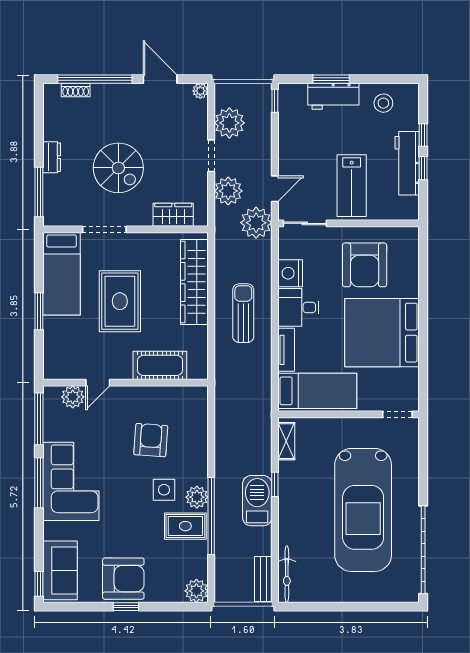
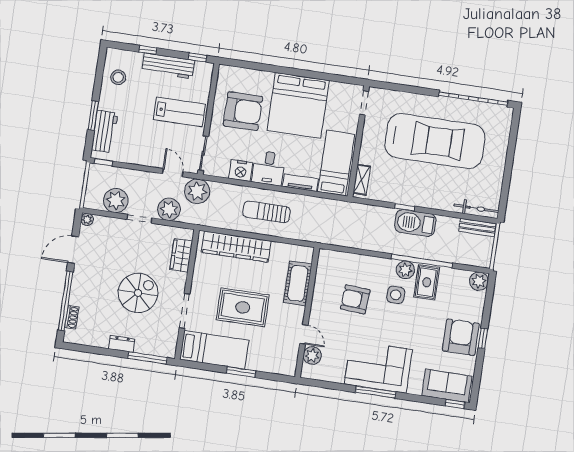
workbench: (333, 96) -> (105, 131), moved
window: (423, 168) -> (197, 57), moved
window: (39, 419) -> (326, 385), removed
shelving: (286, 441) -> (362, 180), moved, turned 90

